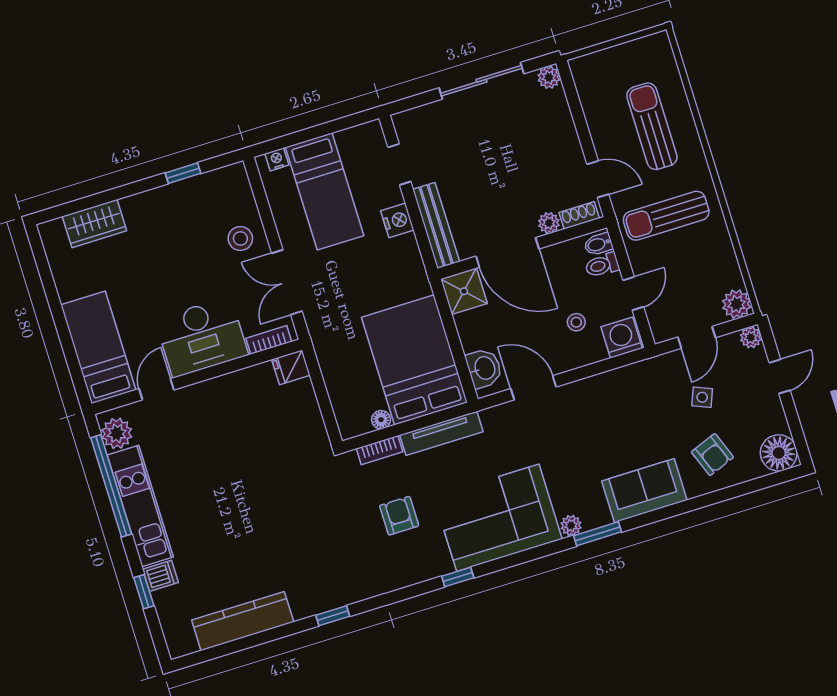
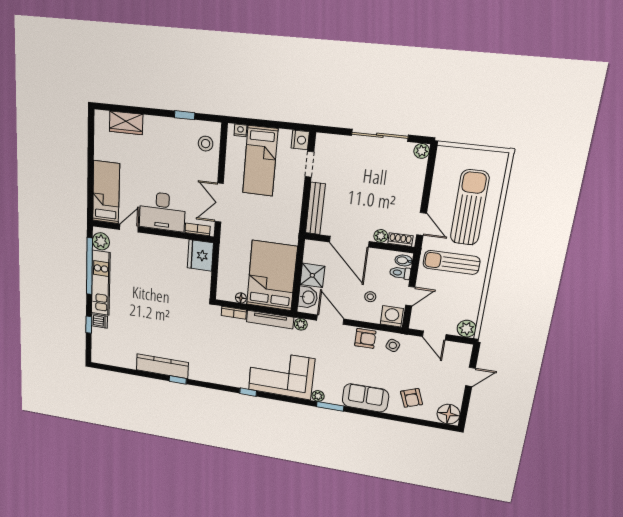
sun lounger: (652, 126) -> (470, 208), width x1.36, depth x1.34
nightstand: (397, 220) -> (300, 140), moved
stool: (240, 238) -> (206, 144), moved
shower: (464, 291) -> (312, 275), moved
door: (697, 337) -> (434, 335), hinge flipped
plant: (751, 337) -> (301, 324), moved
fridge: (291, 367) -> (200, 255), width x1.88, depth x1.34
side table: (702, 397) -> (393, 345), moved
armchair: (399, 516) -> (365, 338), moved, turned 90
kitchen counter: (243, 621) -> (162, 366), moved

